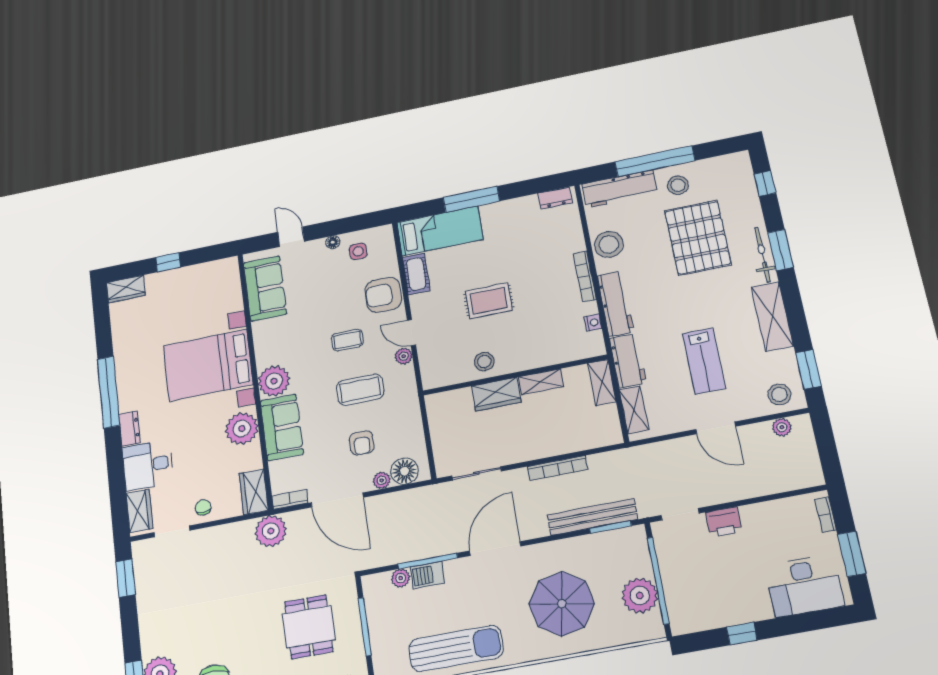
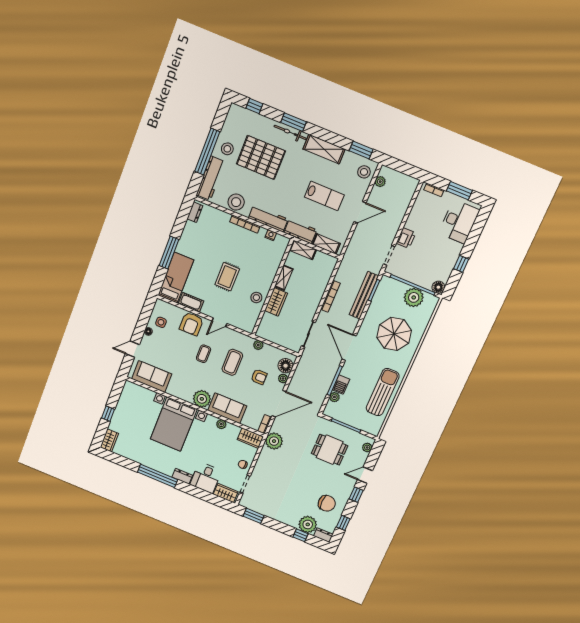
plant: (404, 356) -> (258, 345), moved
plant: (242, 429) -> (221, 424), width x0.53, depth x0.53
floor lamp: (681, 623) -> (438, 287), added

